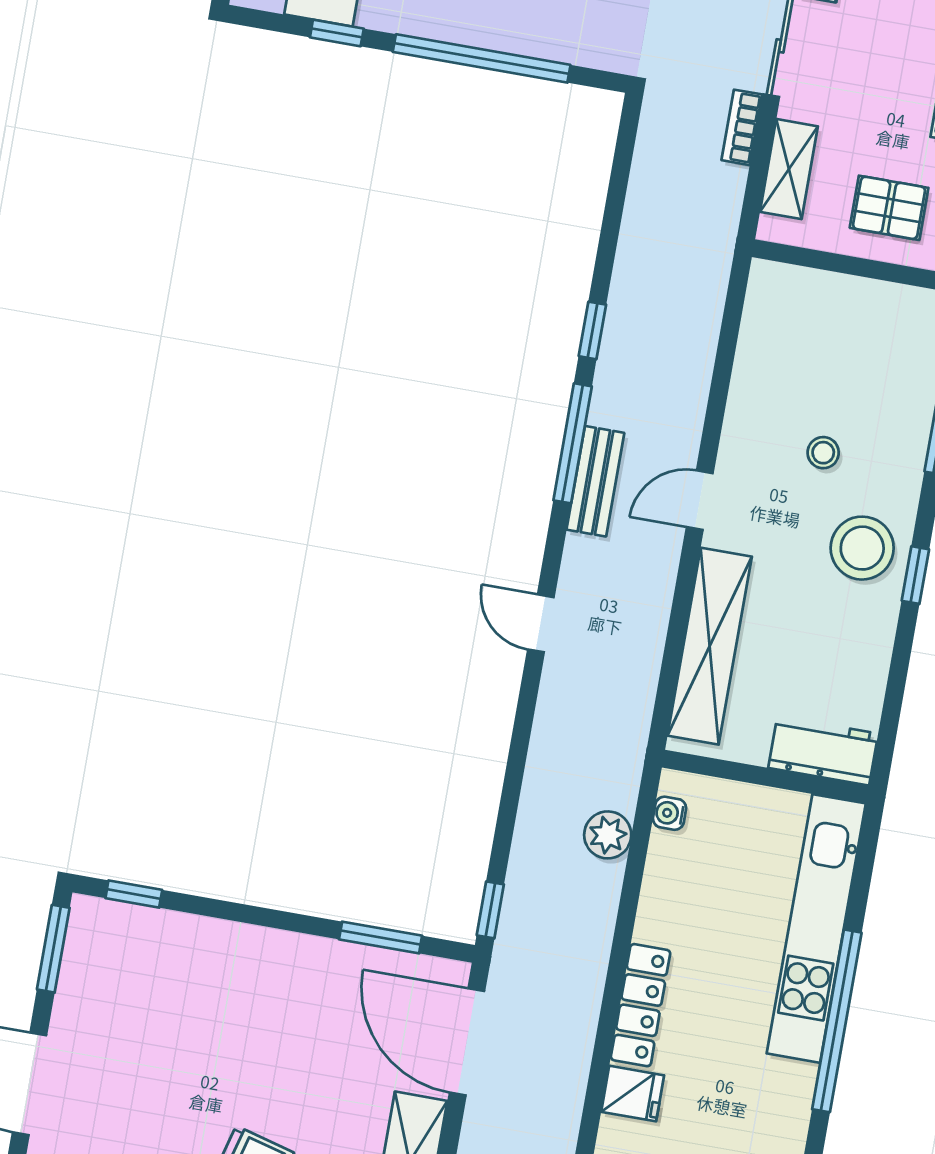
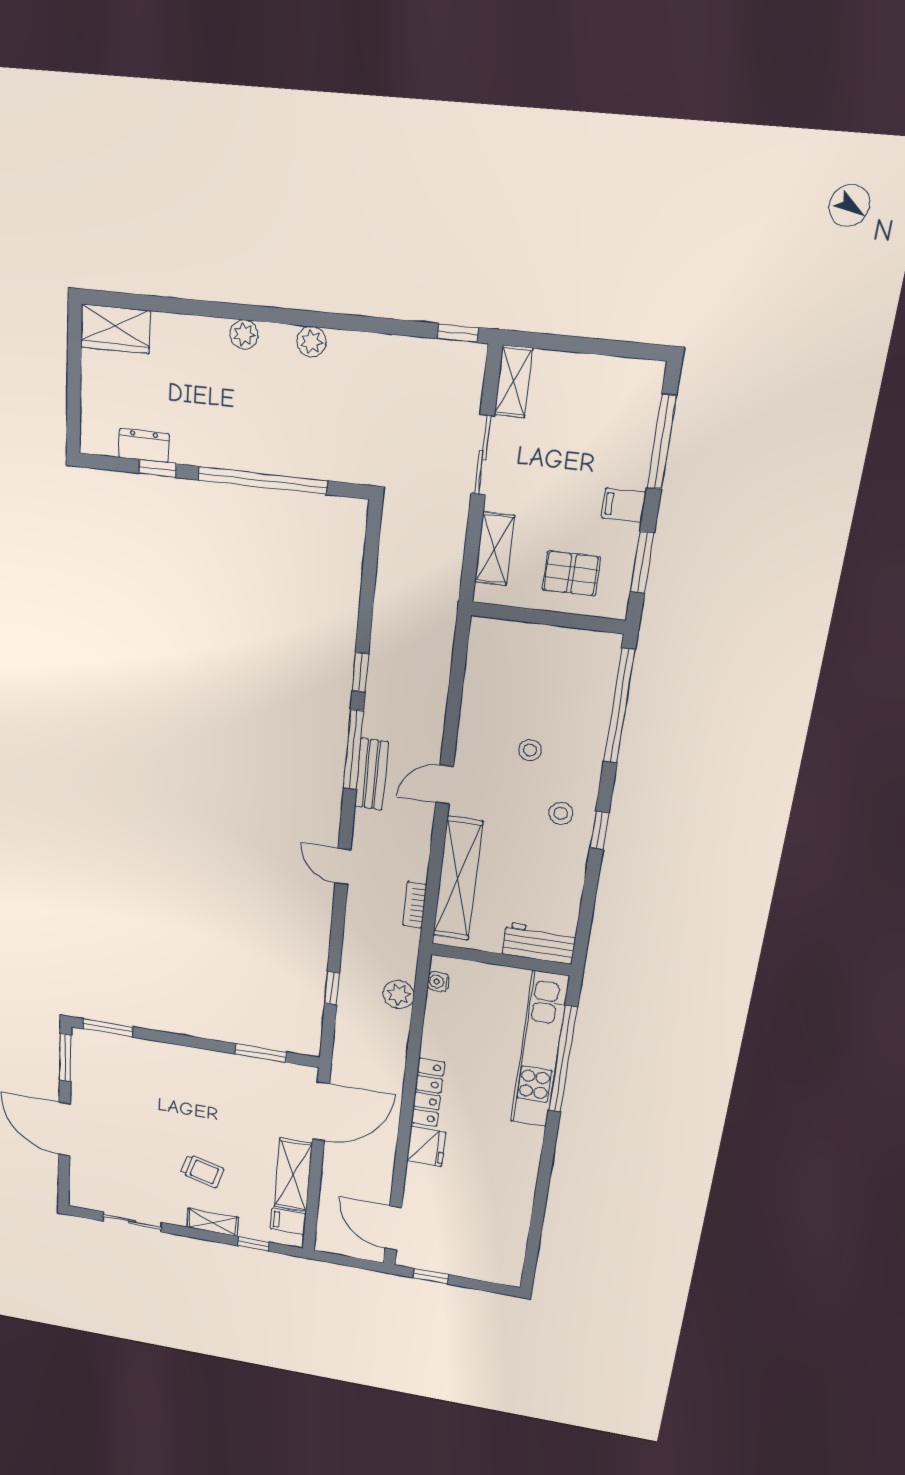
bookcase: (742, 127) -> (415, 905), moved
stool: (862, 548) -> (561, 813), width x0.53, depth x0.53
window: (134, 894) -> (108, 1028), width x1.50
window: (490, 910) -> (332, 988), moved
window: (837, 1021) -> (563, 1059), moved
door: (467, 1042) -> (321, 1111), swing flipped
fridge: (633, 1094) -> (426, 1146), width x1.38

